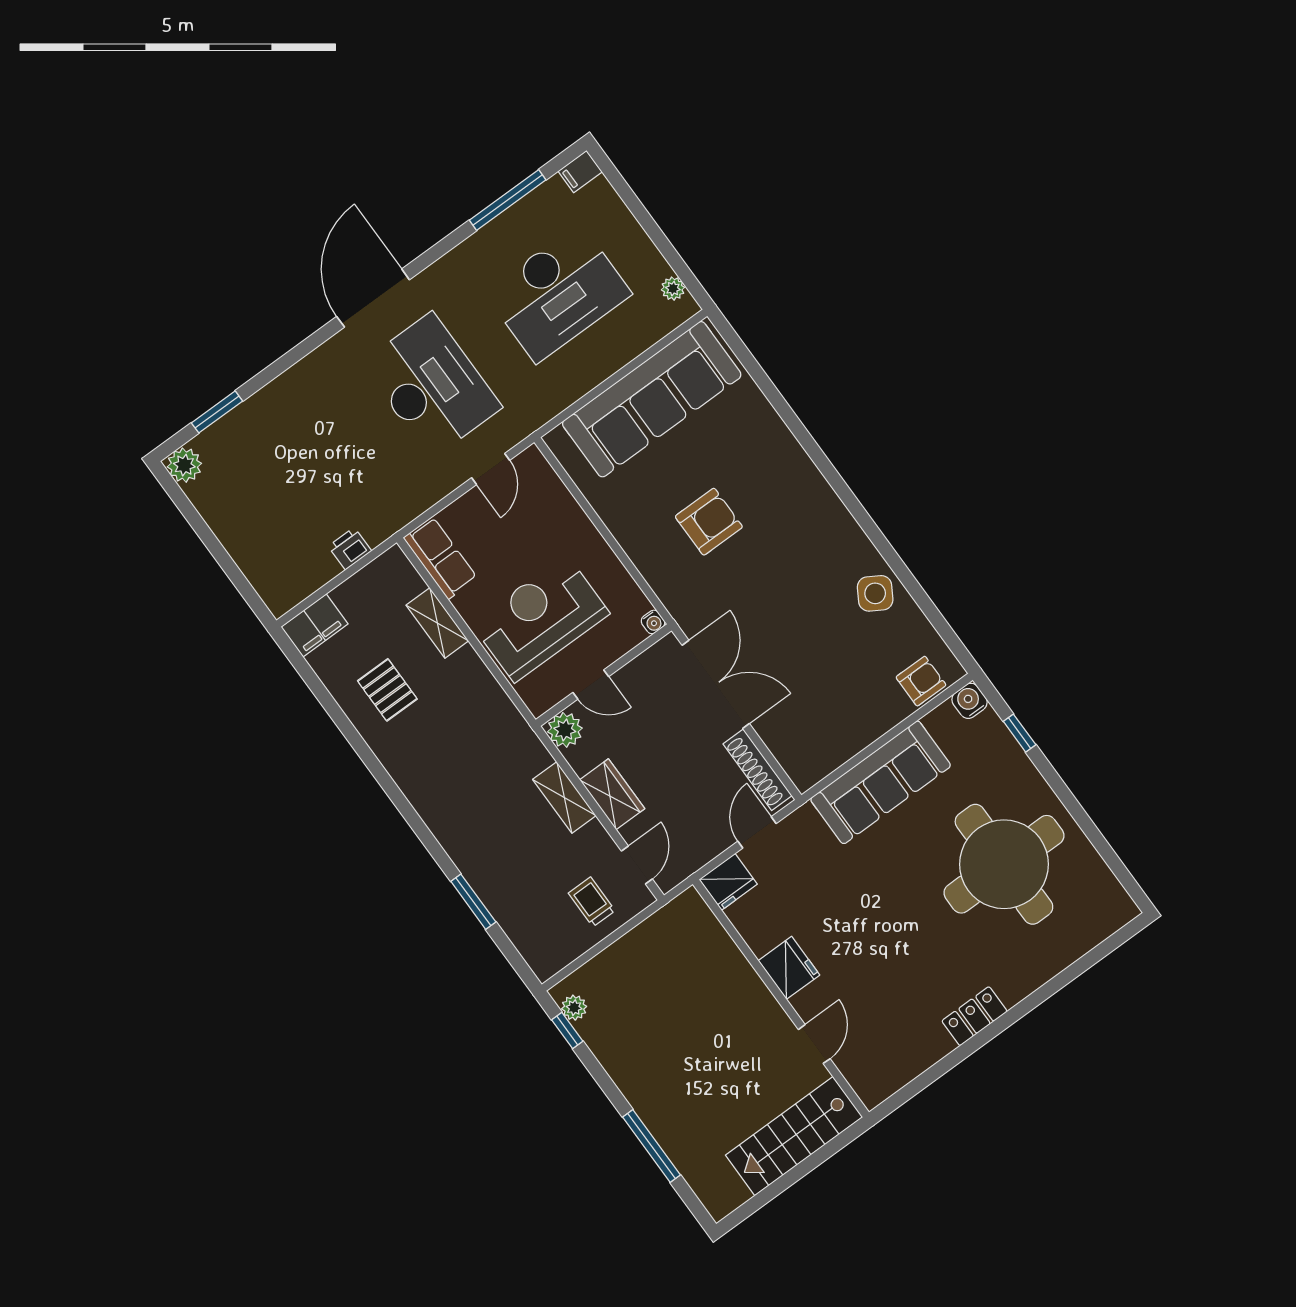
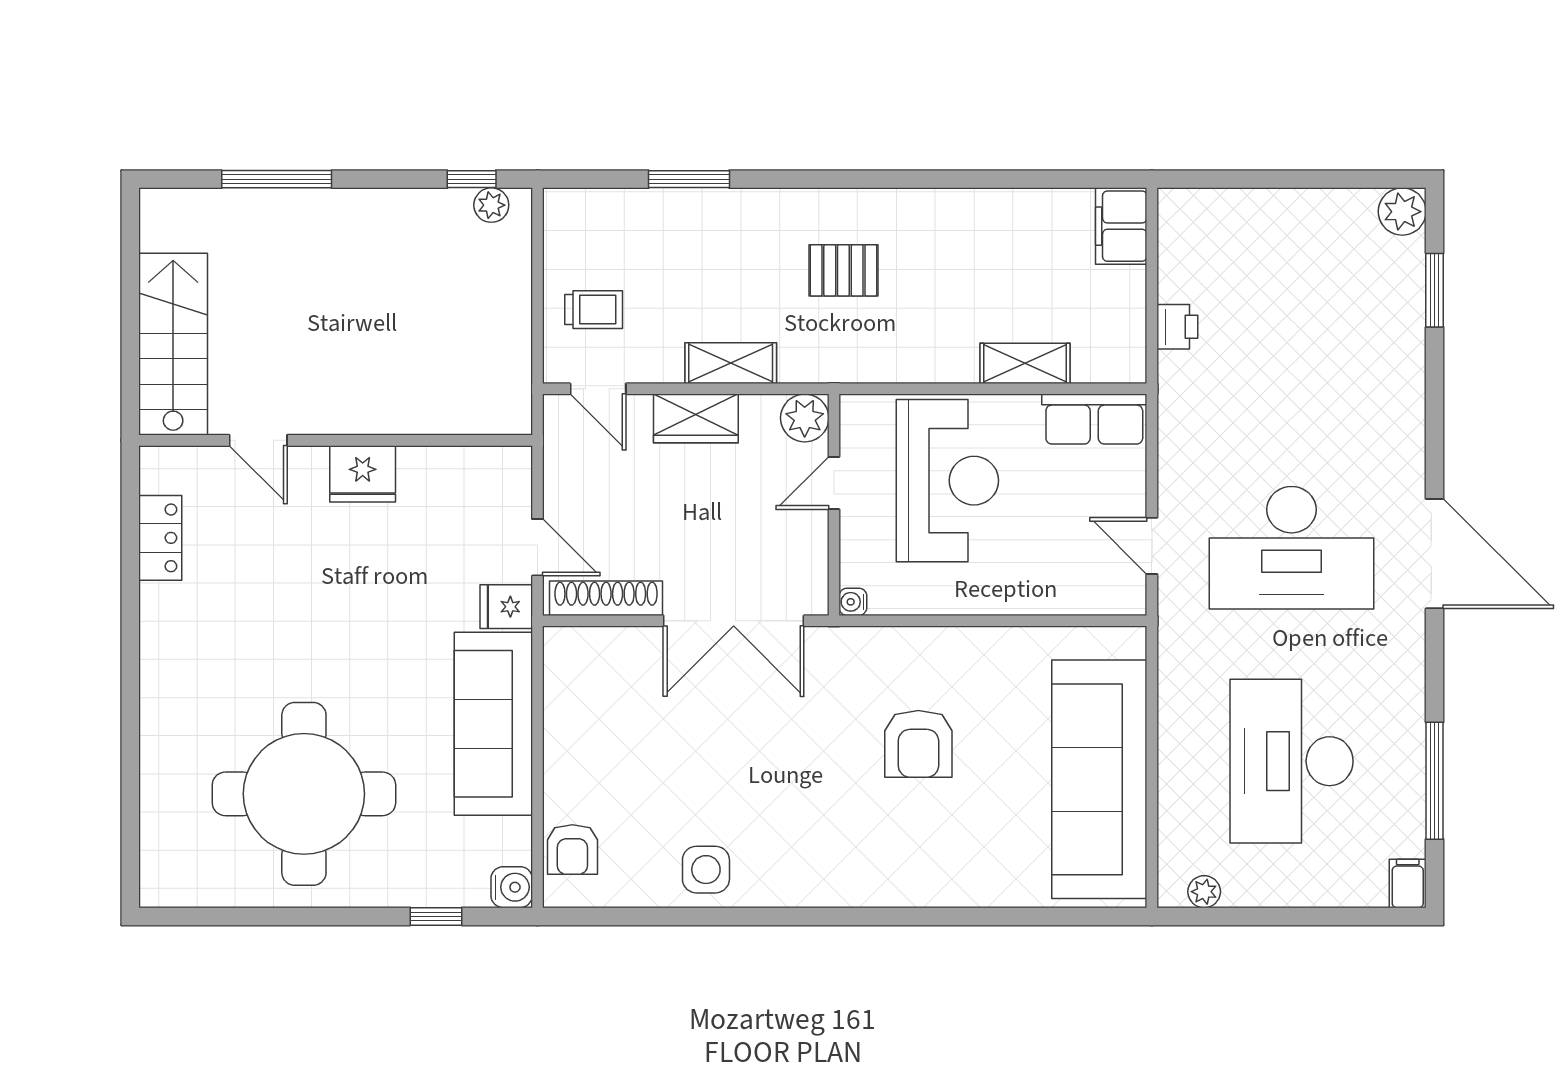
side table: (875, 593) -> (706, 870), turned -31
pallet: (387, 690) -> (843, 270), moved
fridge: (728, 882) -> (506, 607), moved, width x0.72
locker: (974, 1016) -> (160, 538), moved

